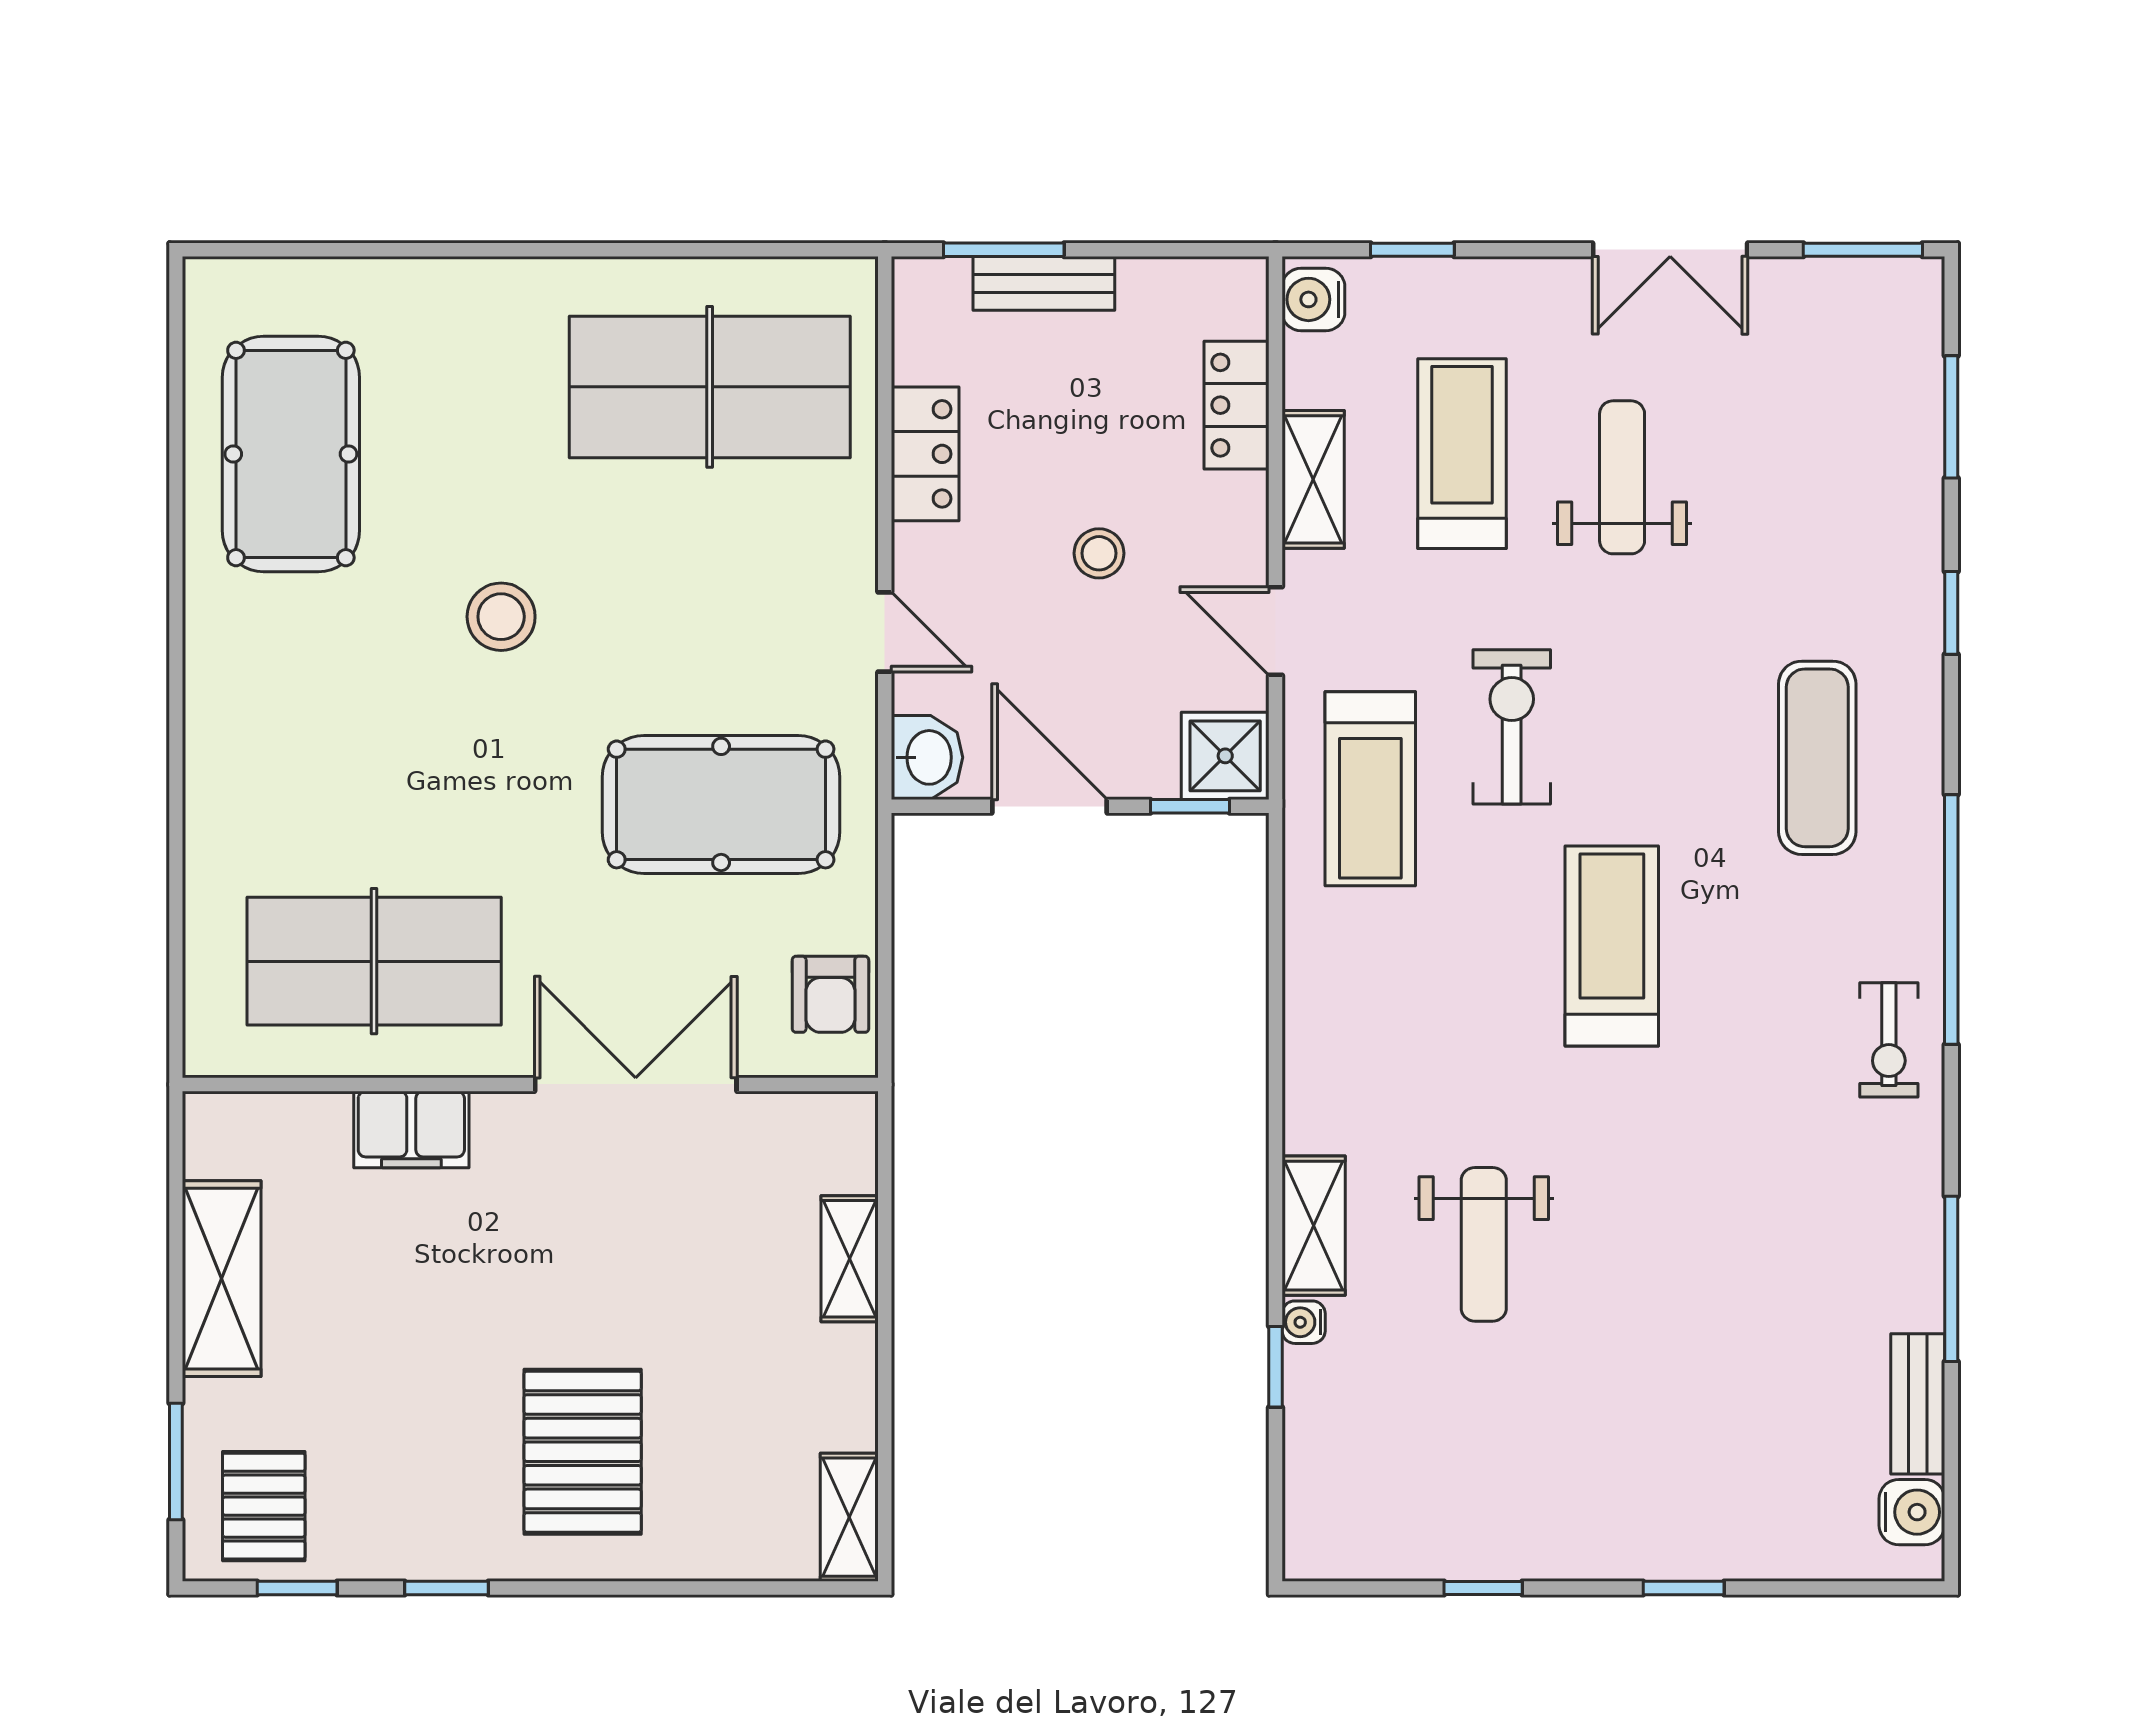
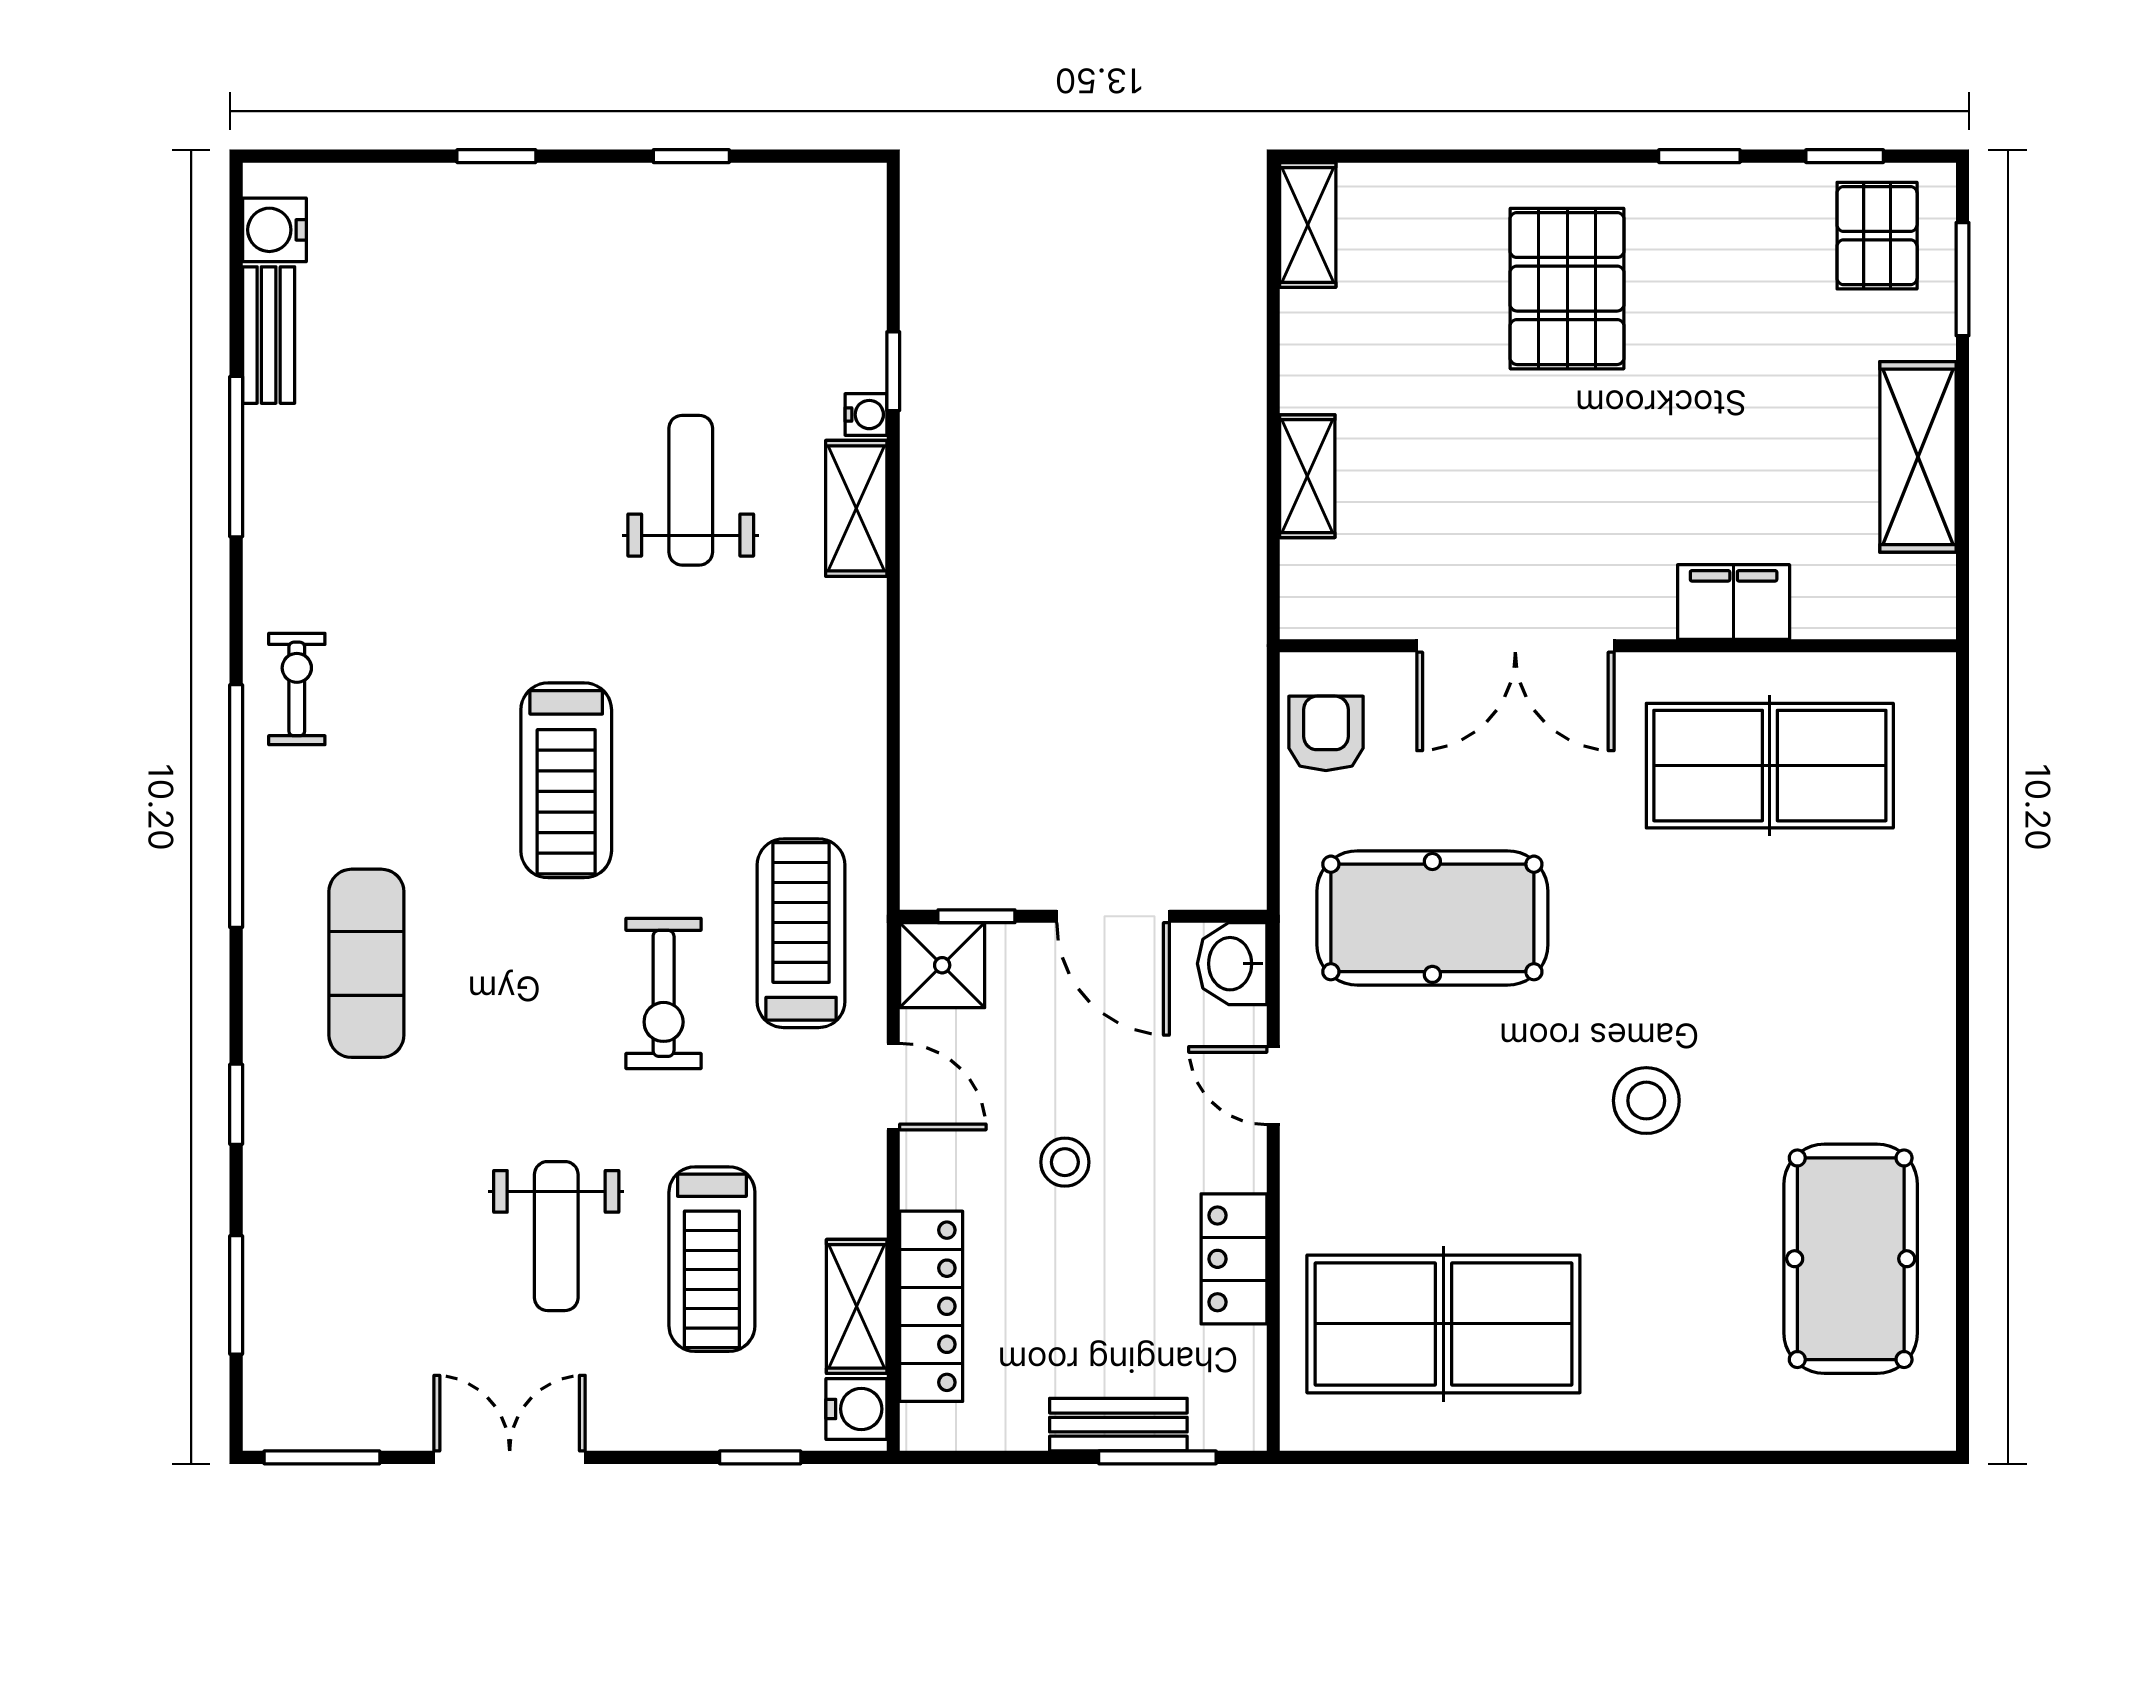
locker: (1237, 405) -> (931, 1306), width x1.53
shelving: (1313, 479) -> (857, 1306), moved

